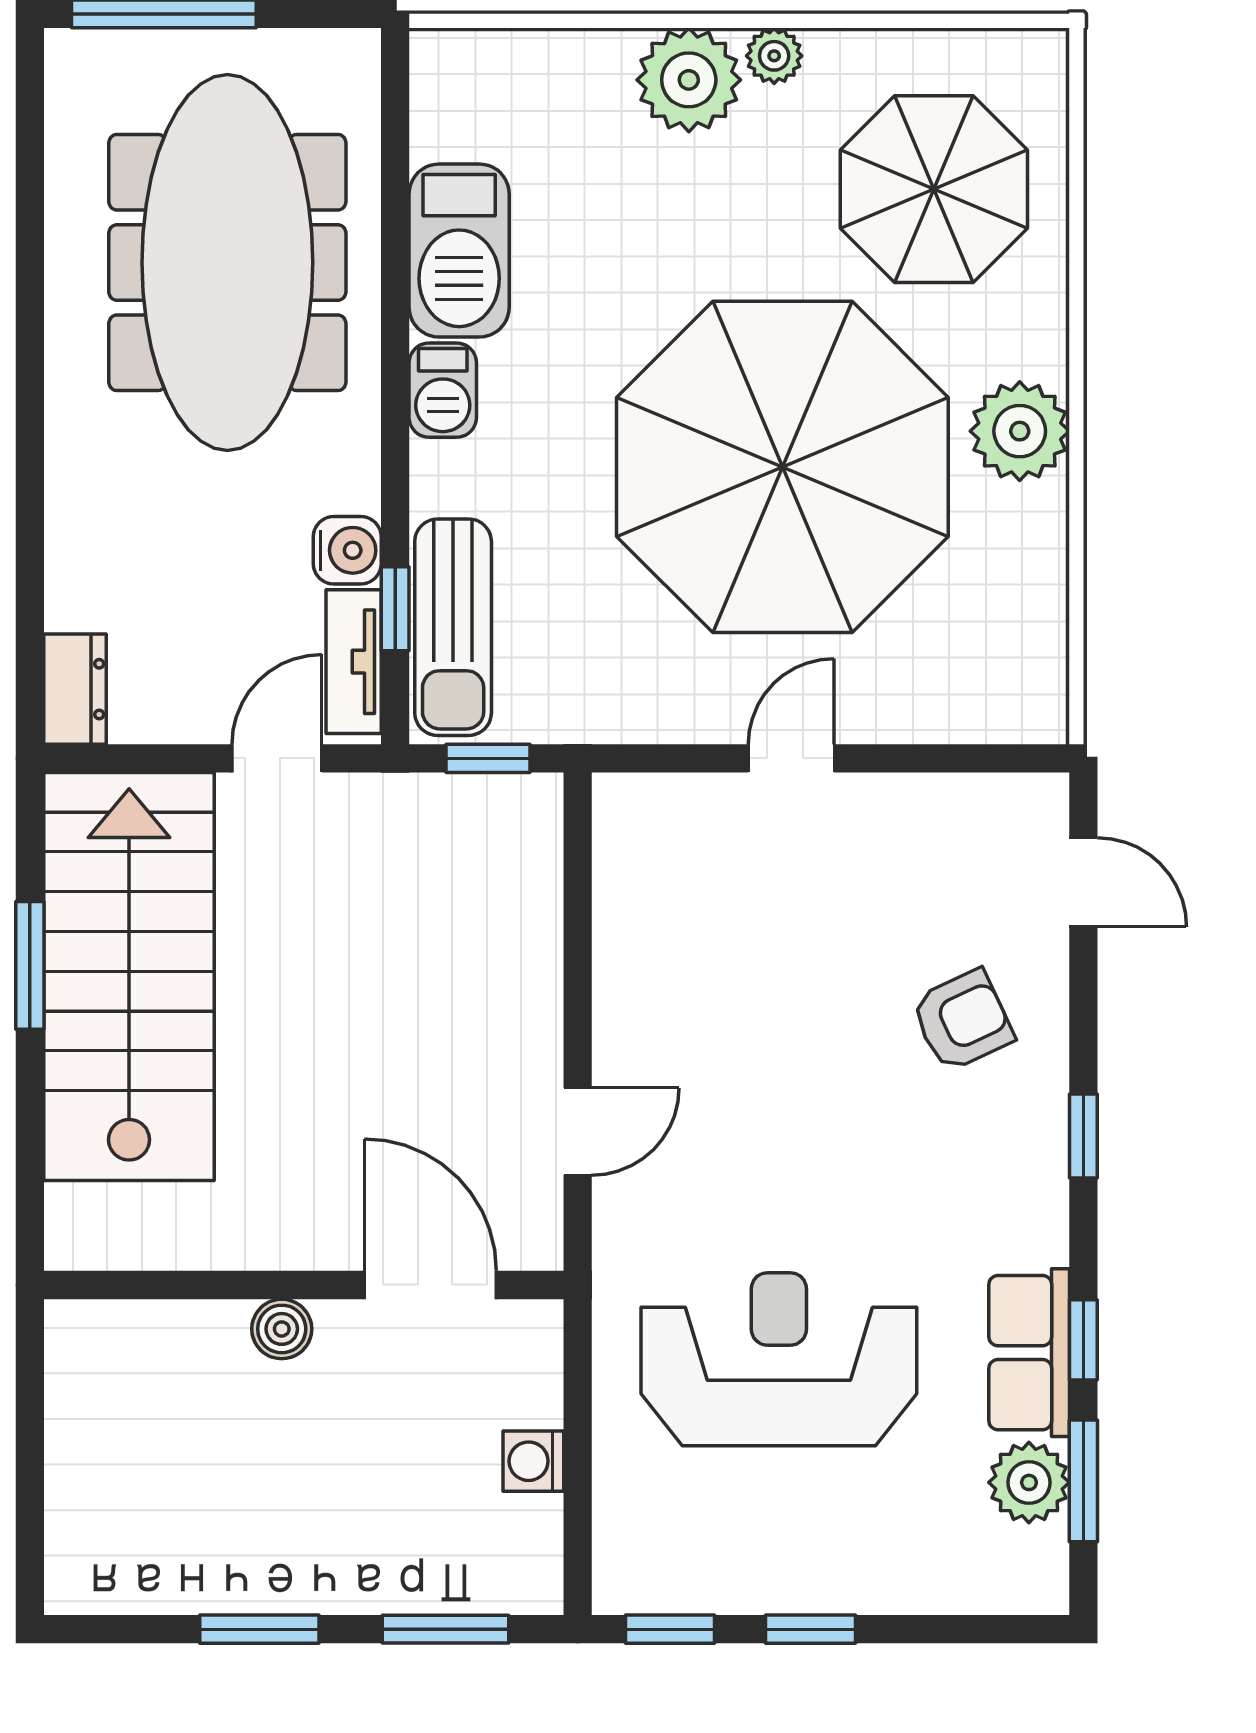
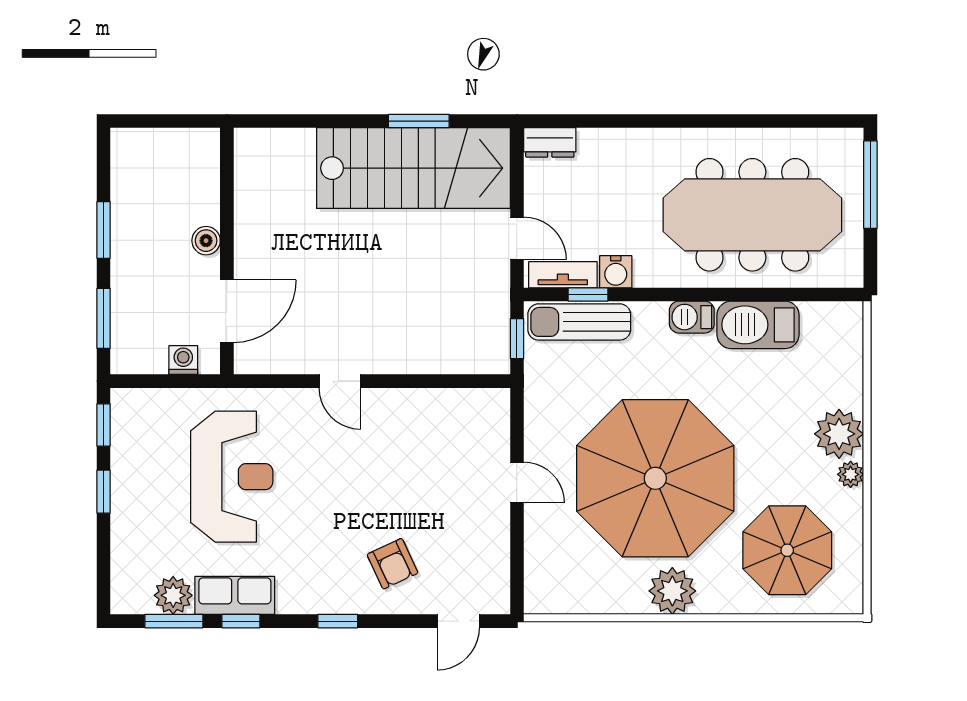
wall: (304, 1285) -> (227, 251), moved
door: (430, 1285) -> (227, 311), moved
boiler: (282, 1329) -> (206, 241), moved

